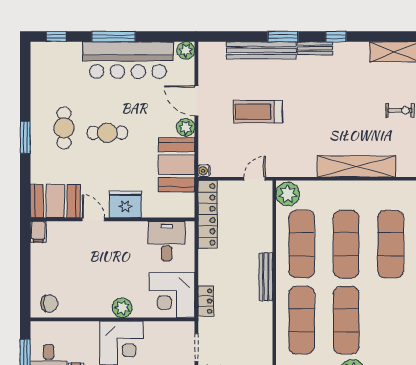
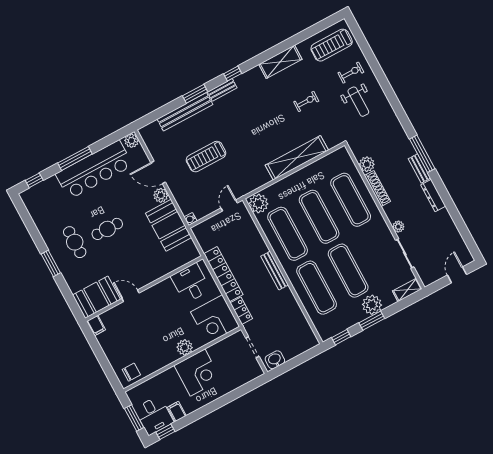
fridge: (125, 204) -> (147, 273), removed
locker: (208, 214) -> (223, 274), moved

